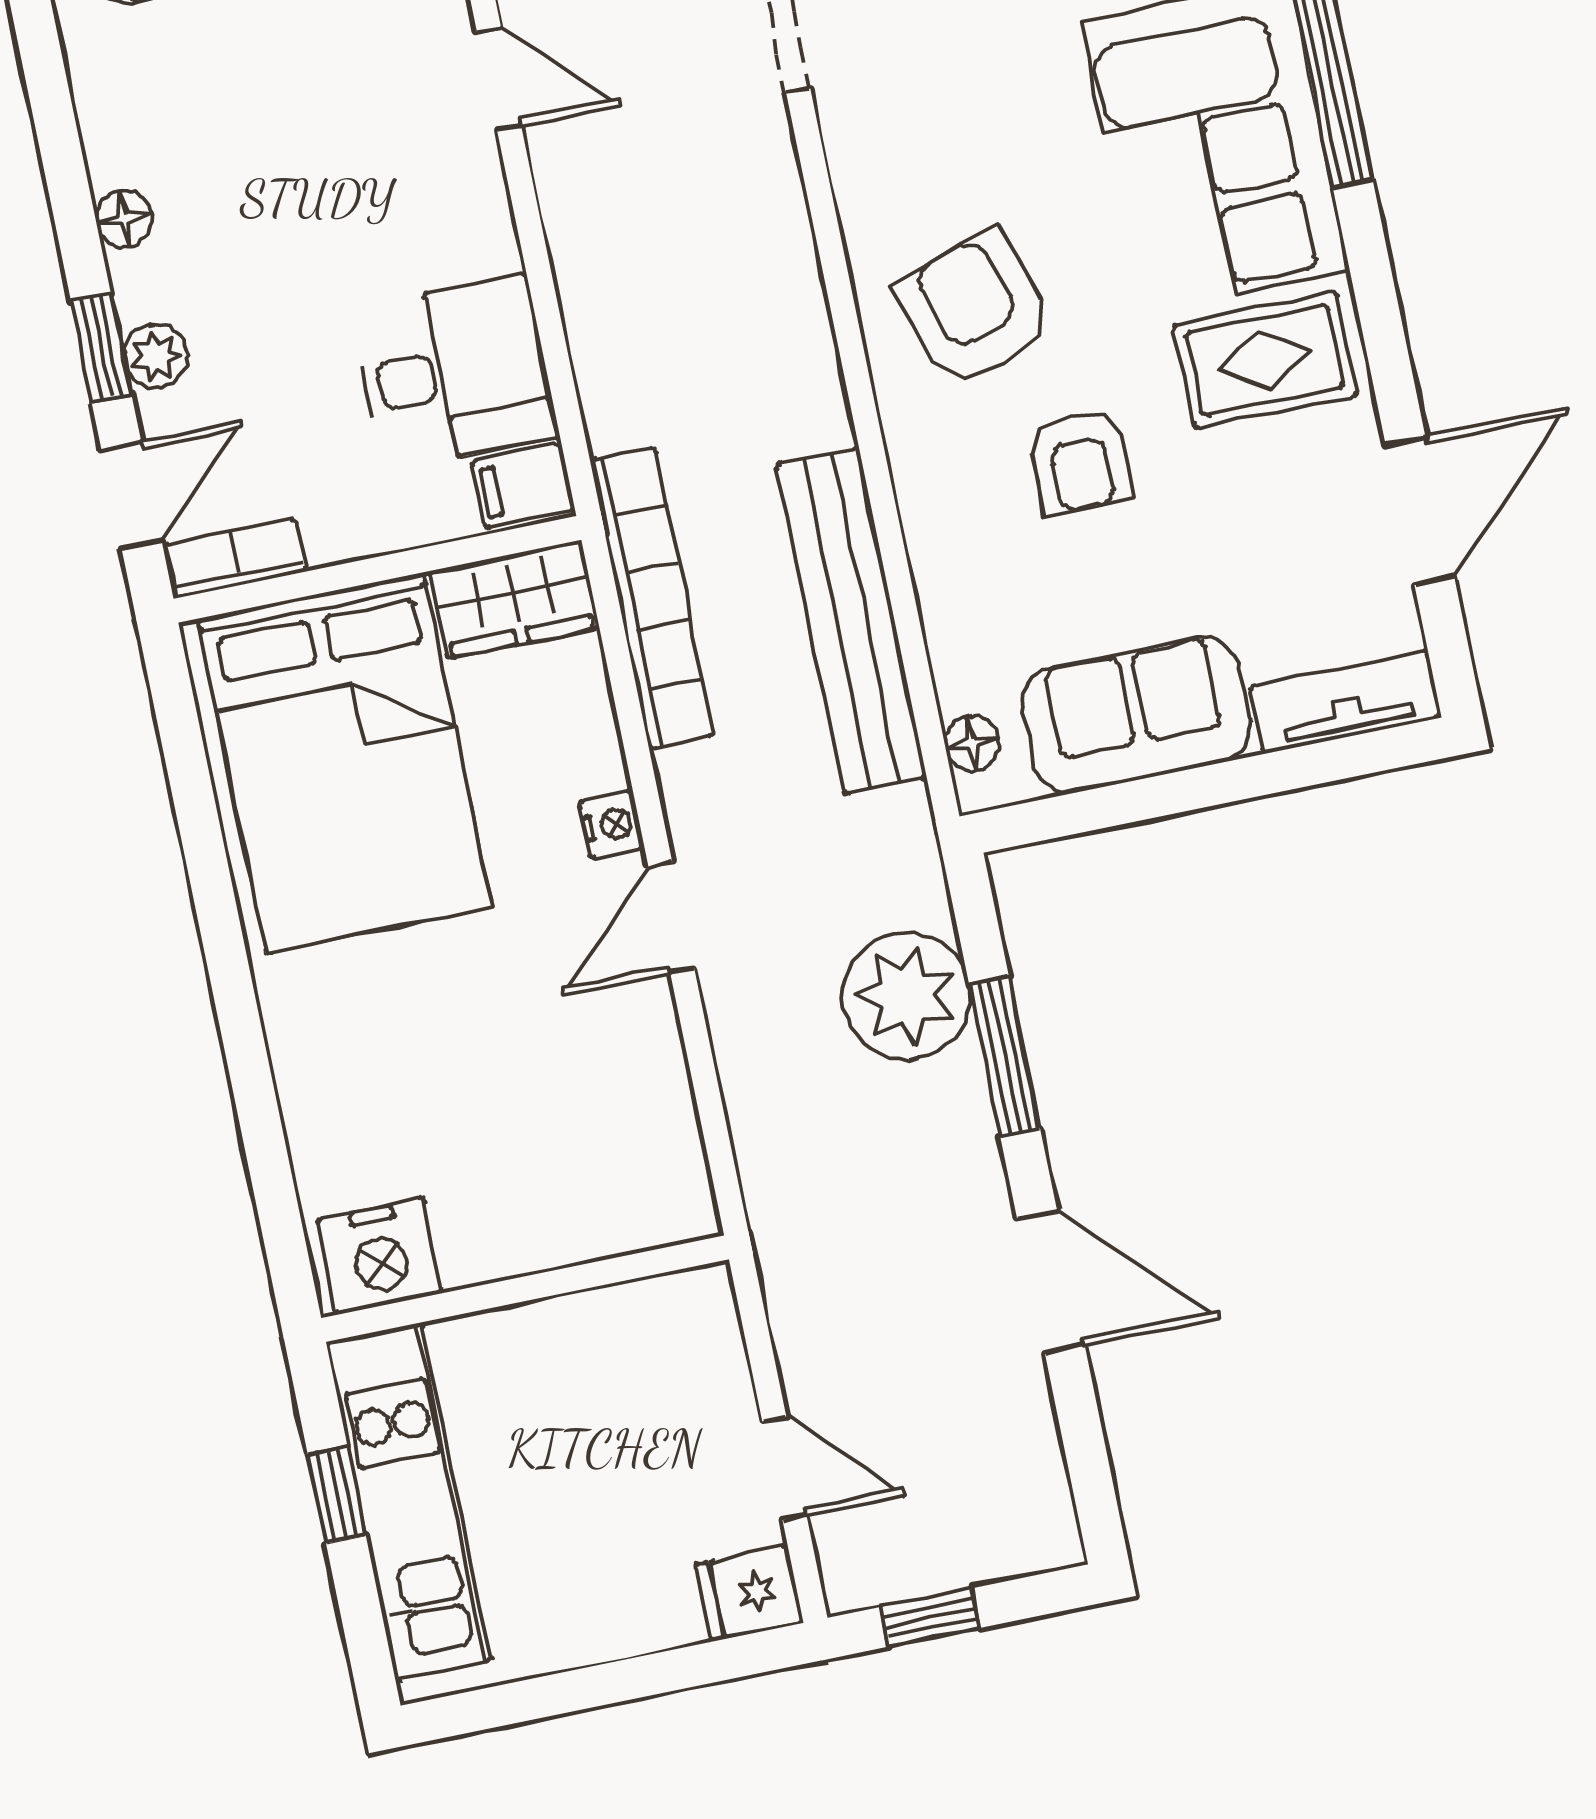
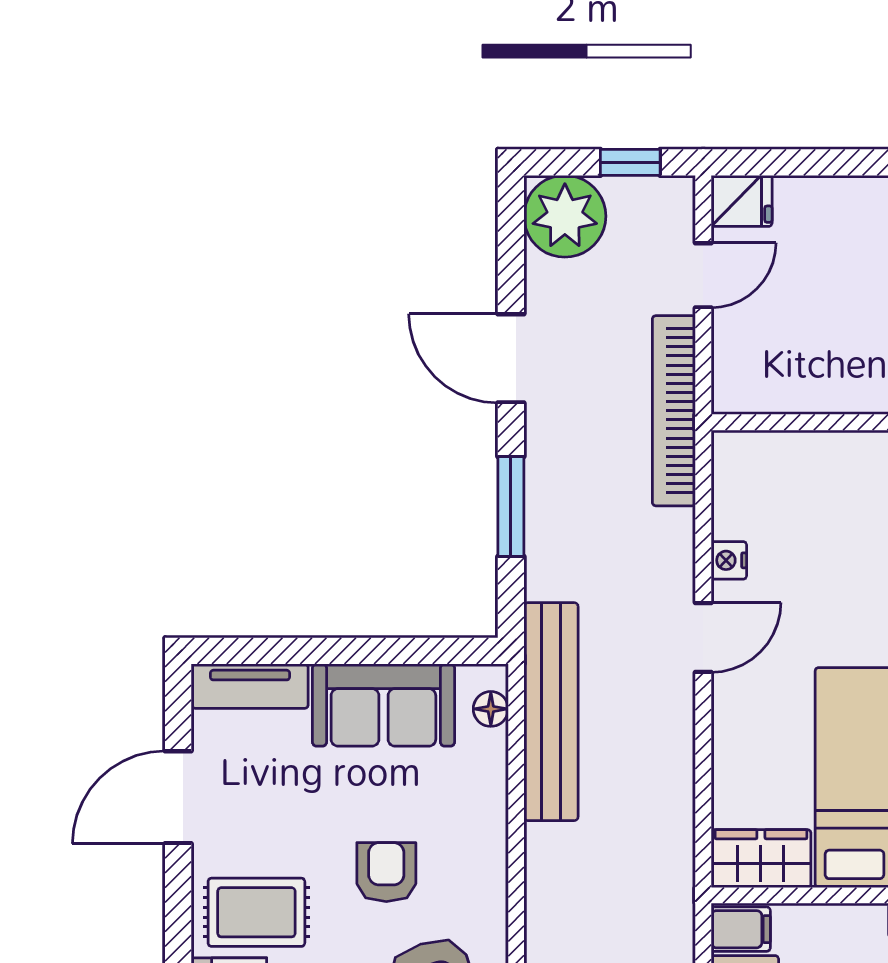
bookcase: (652, 598) -> (674, 411), moved
bench: (852, 621) -> (551, 712), moved
nightstand: (612, 824) -> (729, 560), moved
plant: (907, 996) -> (565, 216), moved
door: (784, 1468) -> (703, 275), swing flipped

